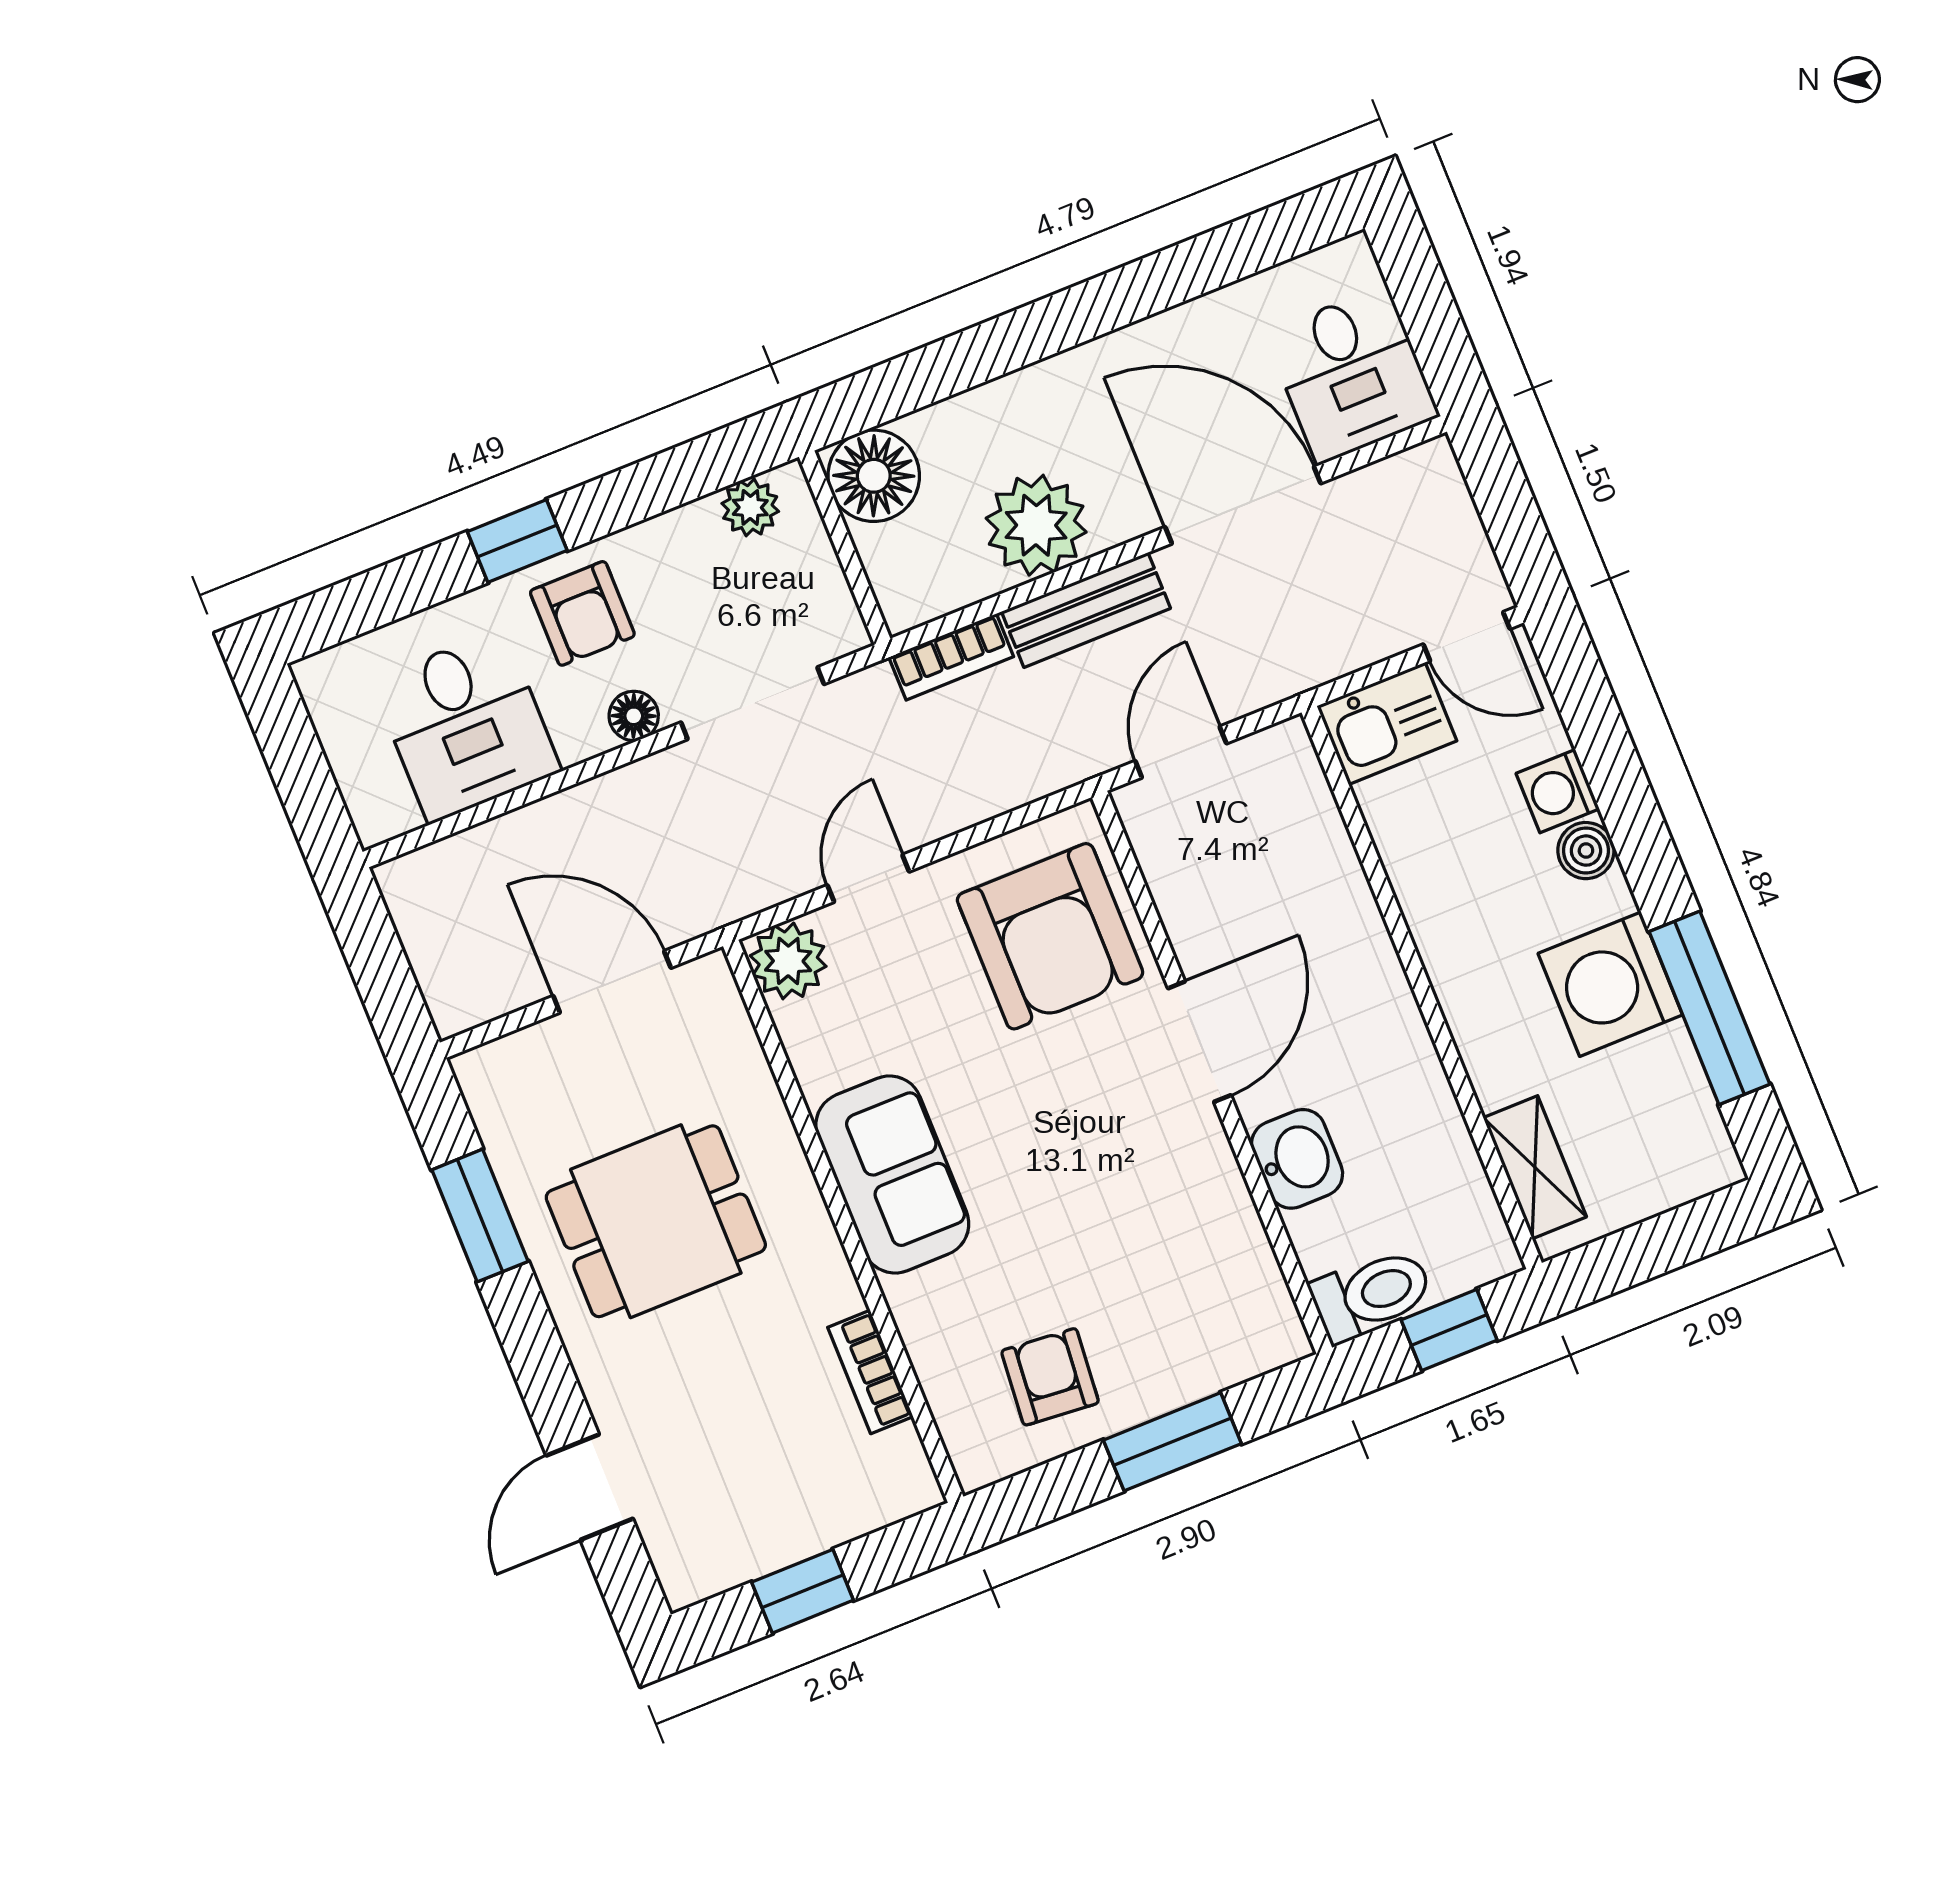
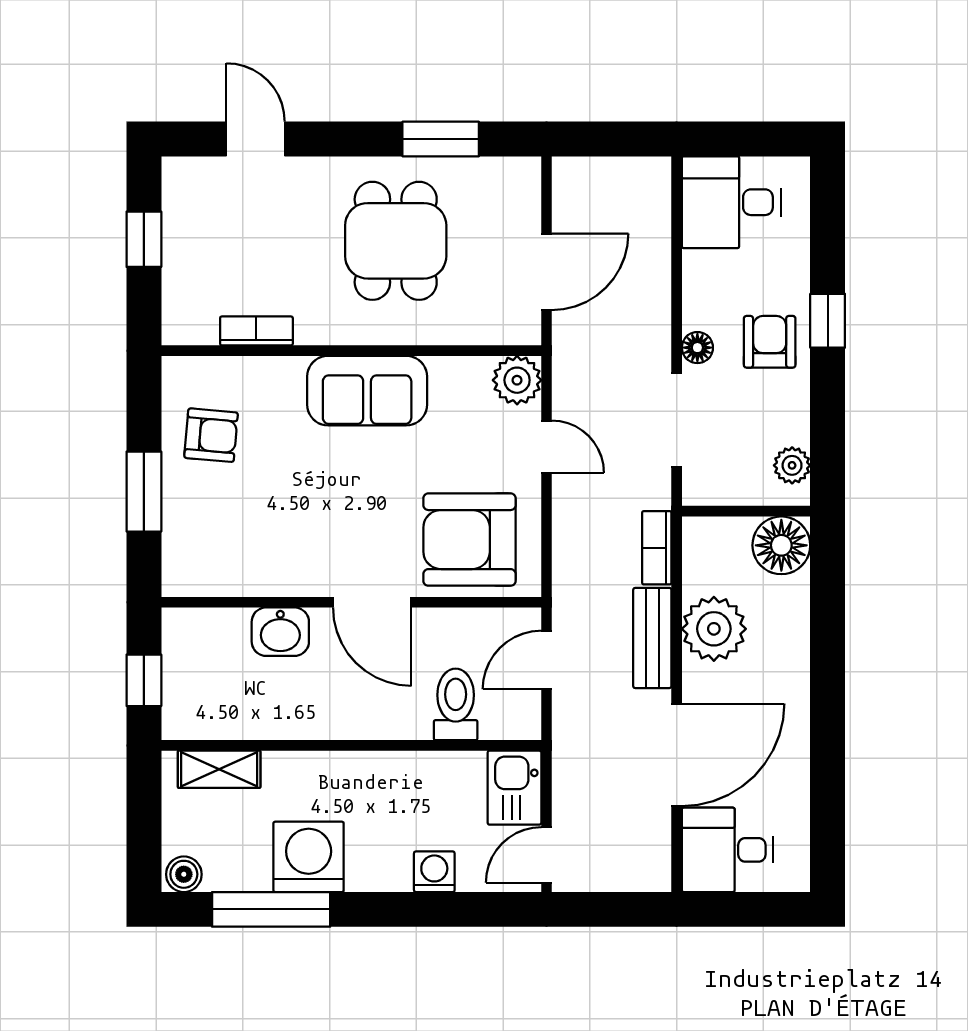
armchair: (582, 613) -> (770, 342), turned 90
desk: (466, 726) -> (731, 202), moved
door: (1181, 752) -> (546, 660), swing flipped
boiler: (1586, 851) -> (184, 874), moved
toilet: (1372, 1295) -> (456, 704), moved, turned 180

